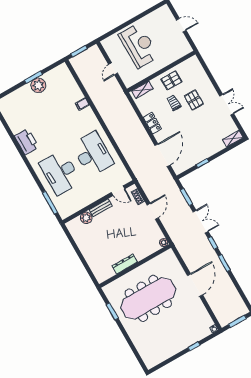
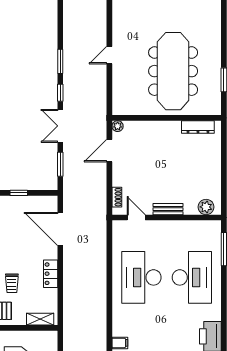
door: (163, 155) -> (60, 229), hinge flipped
door: (153, 211) -> (109, 151), moved
plant: (86, 218) -> (206, 207), moved
dresser: (125, 264) -> (198, 127), moved
door: (195, 285) -> (109, 55), width x0.53
meeting table: (148, 298) -> (173, 71), turned 90

